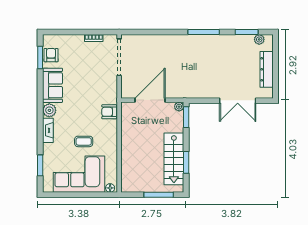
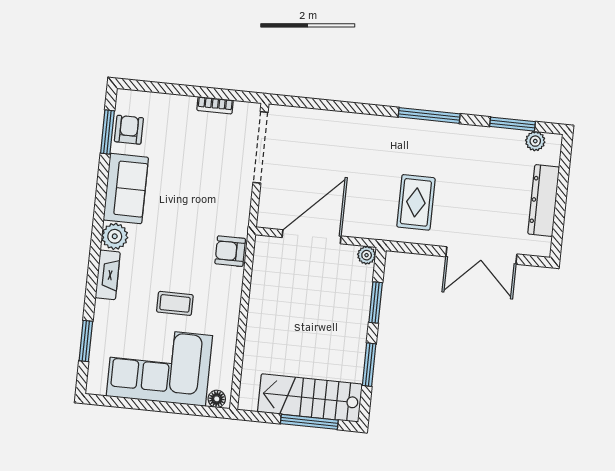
rug: (201, 77) -> (416, 202), added
window: (186, 117) -> (376, 302), moved
stairs: (174, 159) -> (310, 398), moved, turned 90

